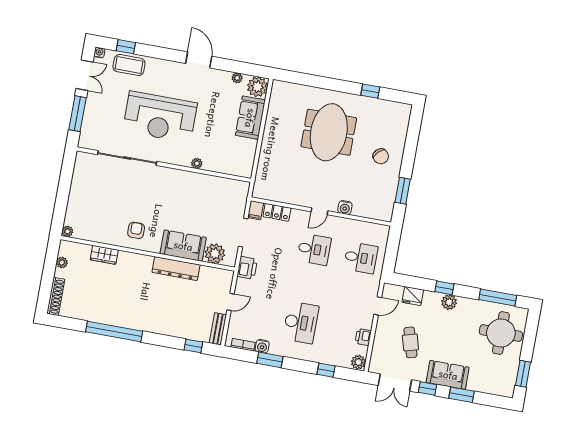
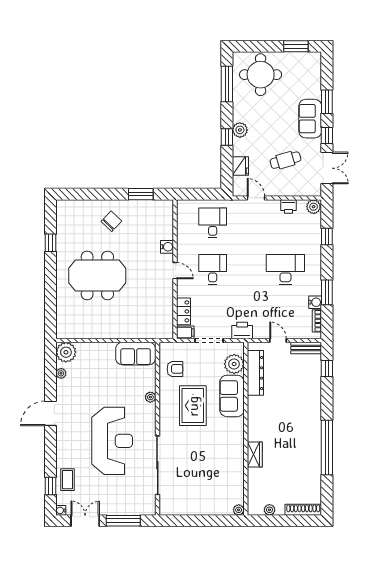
coffee table: (129, 65) -> (67, 480), width x0.73, depth x0.77
sofa: (250, 118) -> (136, 354), moved
rug: (181, 204) -> (193, 406), added
armchair: (136, 230) -> (175, 369), moved, turned 180
wardrobe: (104, 255) -> (255, 454), moved
dresser: (176, 269) -> (255, 373), moved

